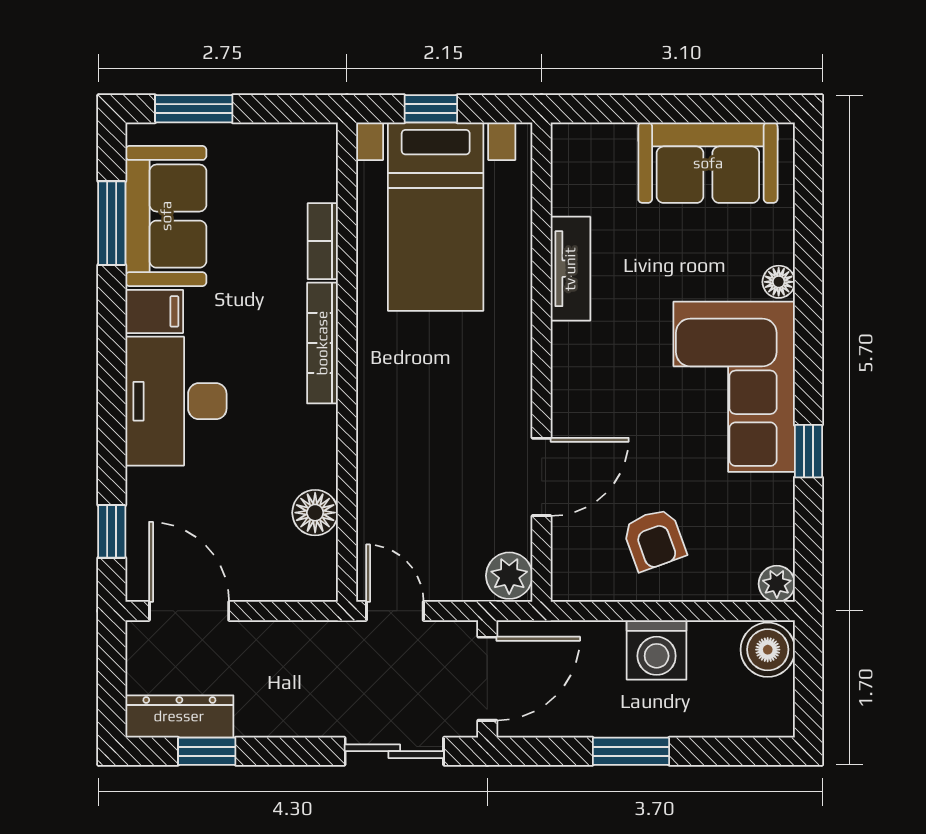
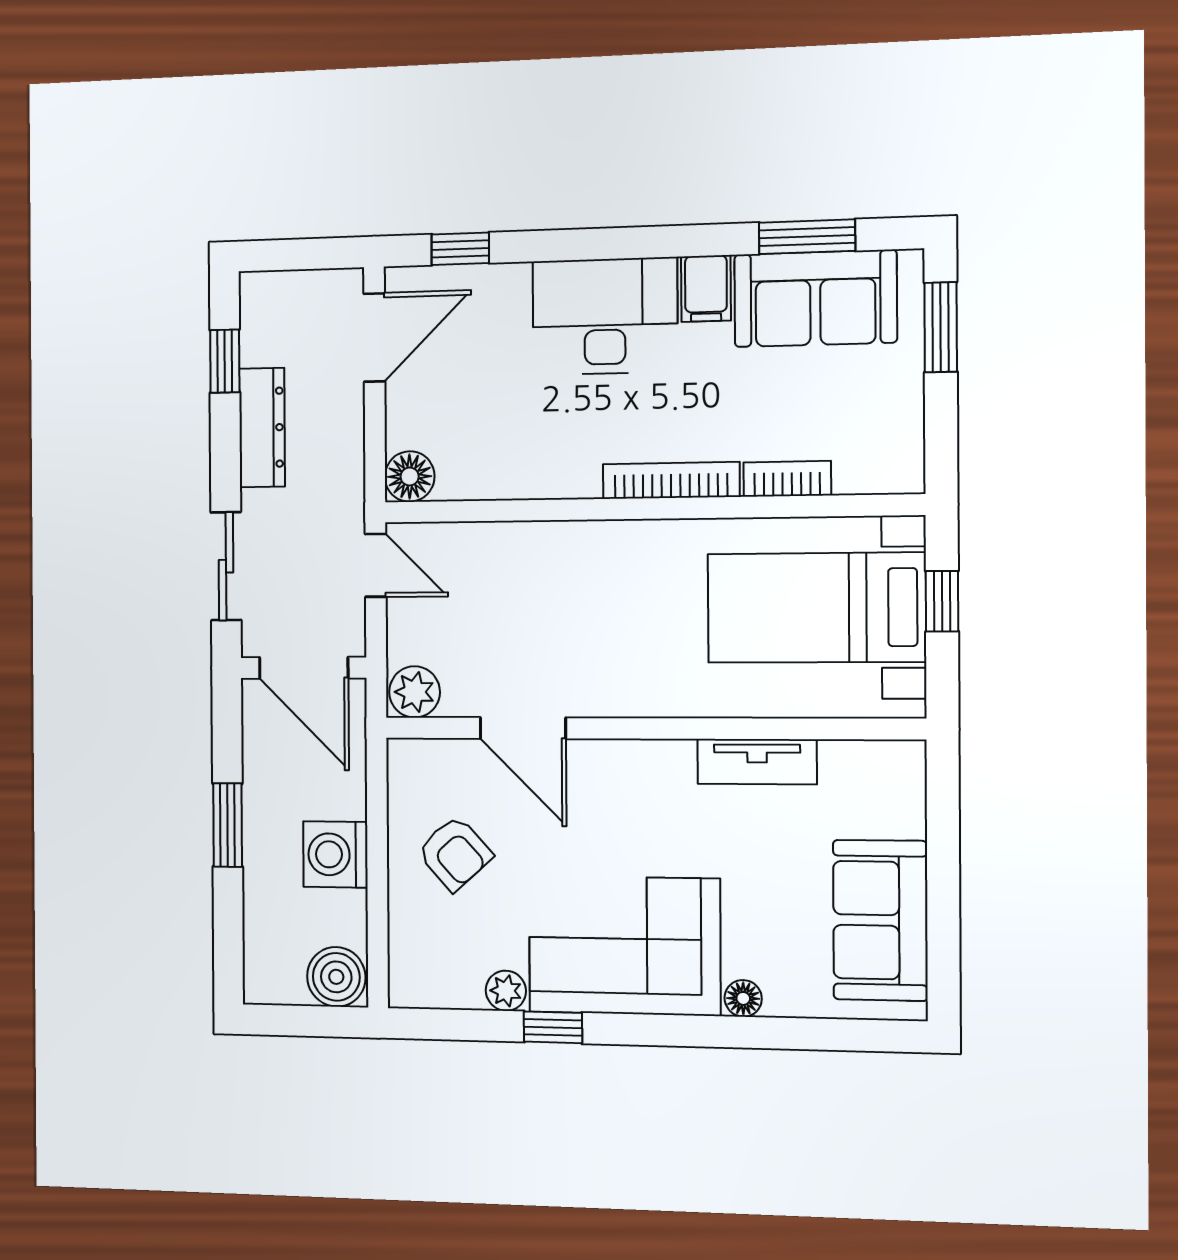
floor lamp: (315, 513) -> (410, 476), moved
armchair: (654, 539) -> (455, 853), turned -112
plant: (777, 584) -> (506, 991), moved
door: (395, 611) -> (376, 565), hinge flipped
dresser: (179, 716) -> (262, 428), moved

